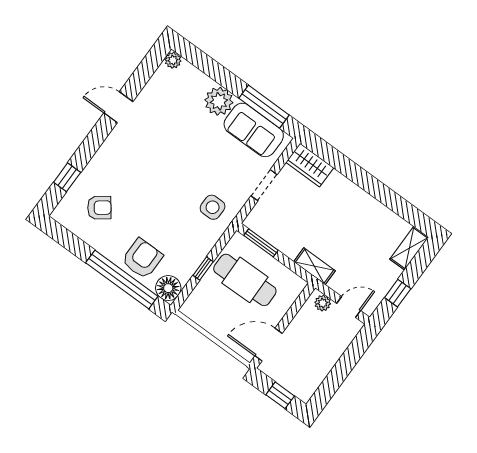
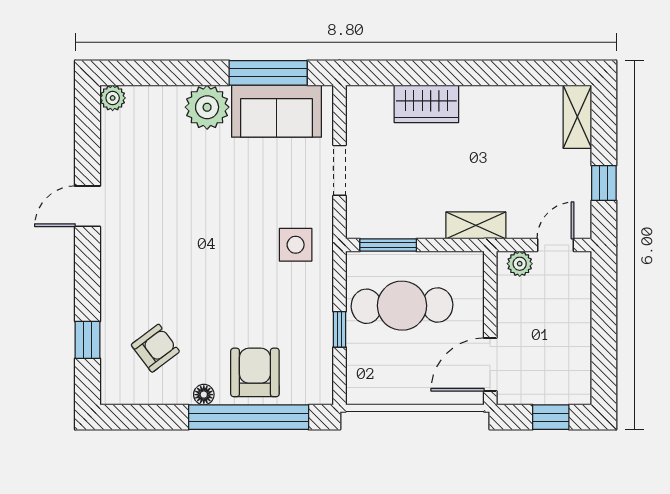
wardrobe: (310, 165) -> (426, 104), moved
floor lamp: (168, 288) -> (204, 395), moved, width x0.53, depth x0.53

